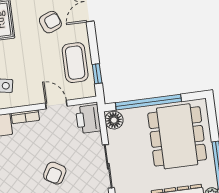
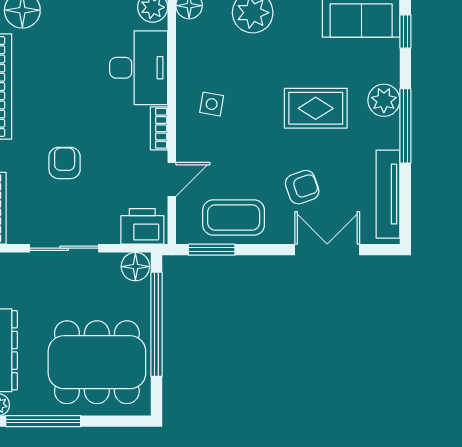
armchair: (50, 22) -> (302, 187), turned -88
window: (97, 74) -> (212, 250), width x1.50
armchair: (55, 173) -> (65, 163), turned 60

